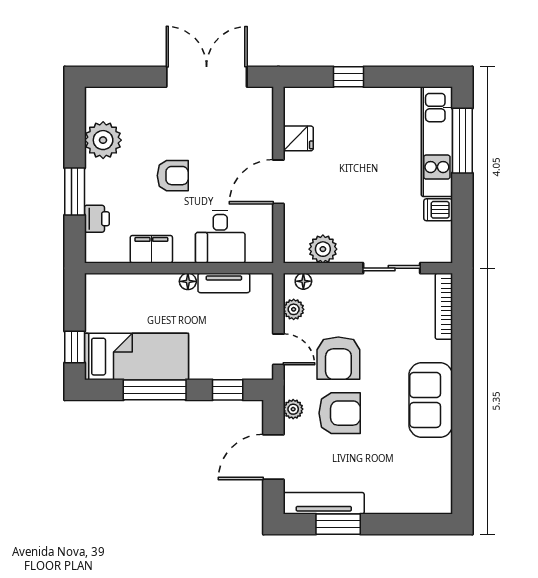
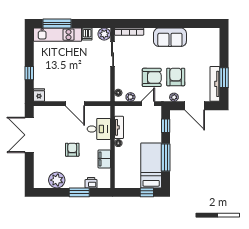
fridge: (298, 138) -> (39, 95), moved
plant: (323, 249) -> (104, 34), moved

